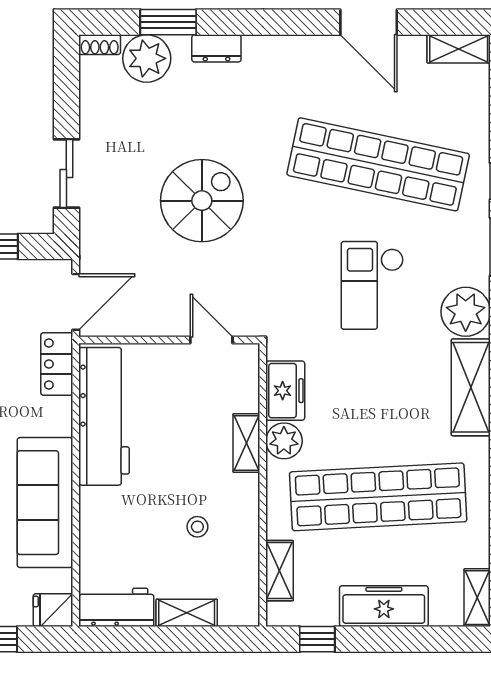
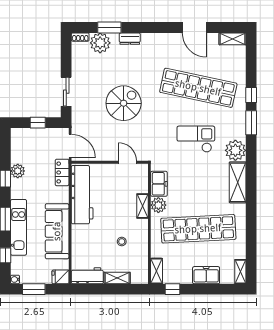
checkout: (372, 285) -> (196, 139), turned 90
door: (76, 302) -> (70, 146), hinge flipped
shelving: (280, 571) -> (157, 271), moved
freezer: (384, 606) -> (206, 275), width x0.71

